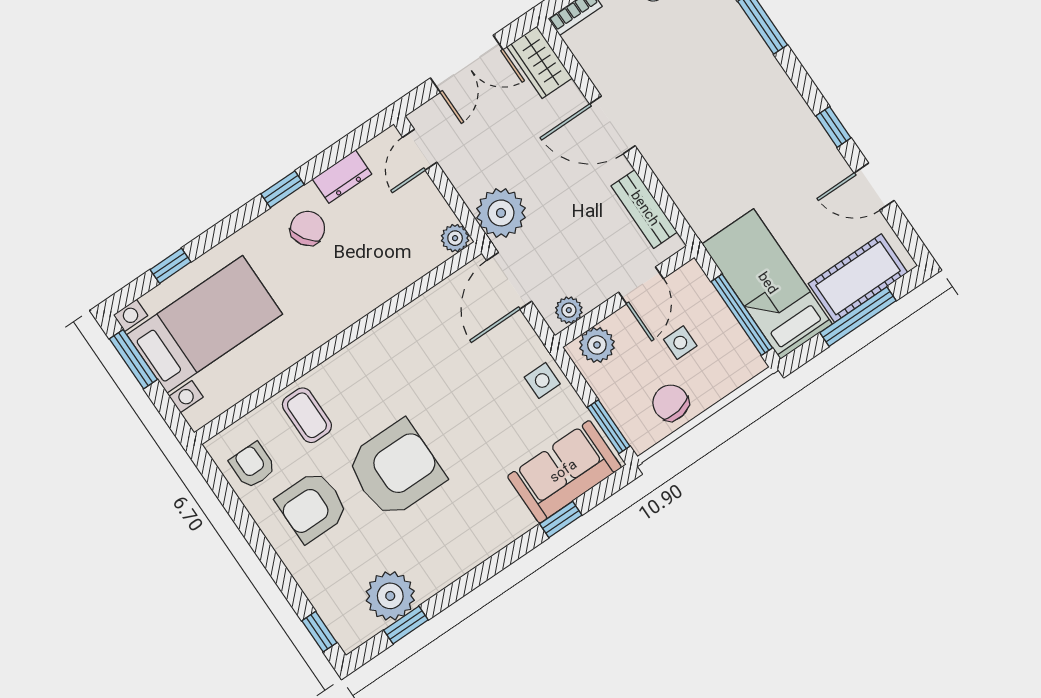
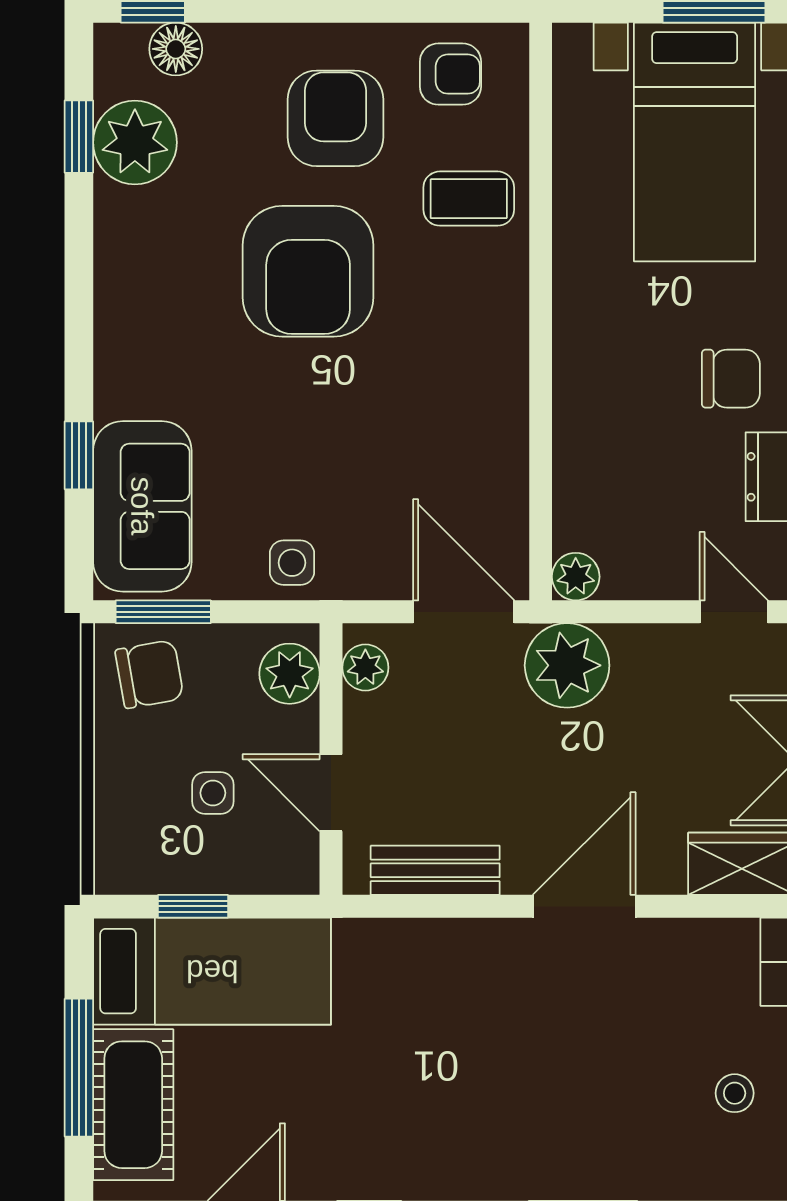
chair: (308, 228) -> (731, 379), turned -57
window: (742, 315) -> (193, 906), width x0.46
chair: (671, 403) -> (149, 674), moved
floor lamp: (331, 607) -> (176, 49), added

